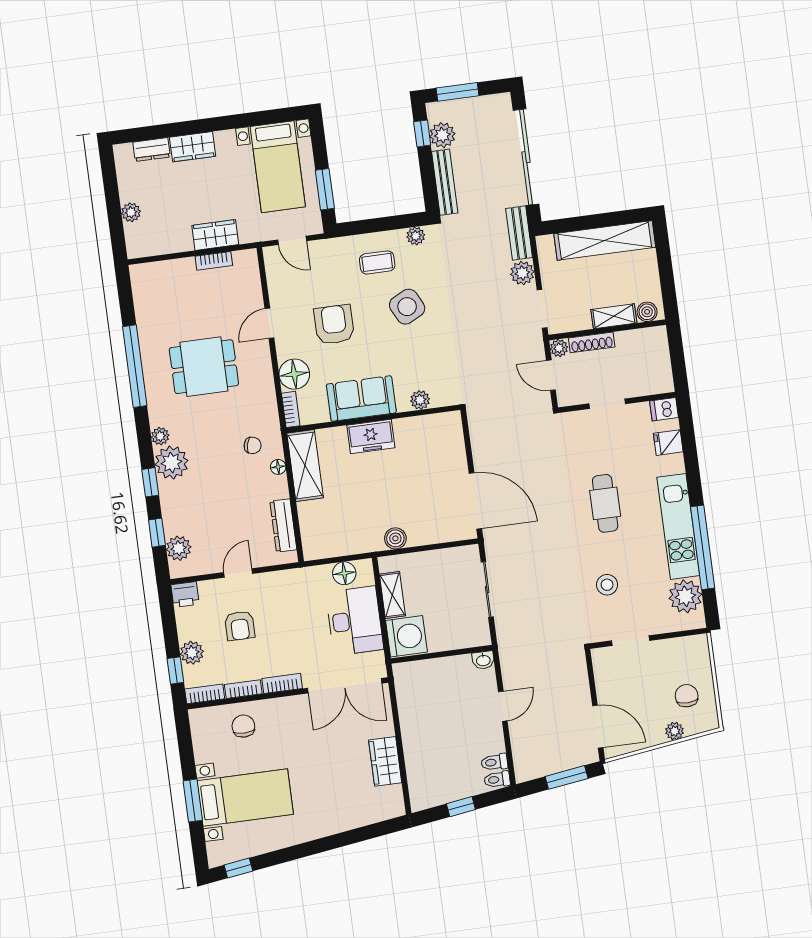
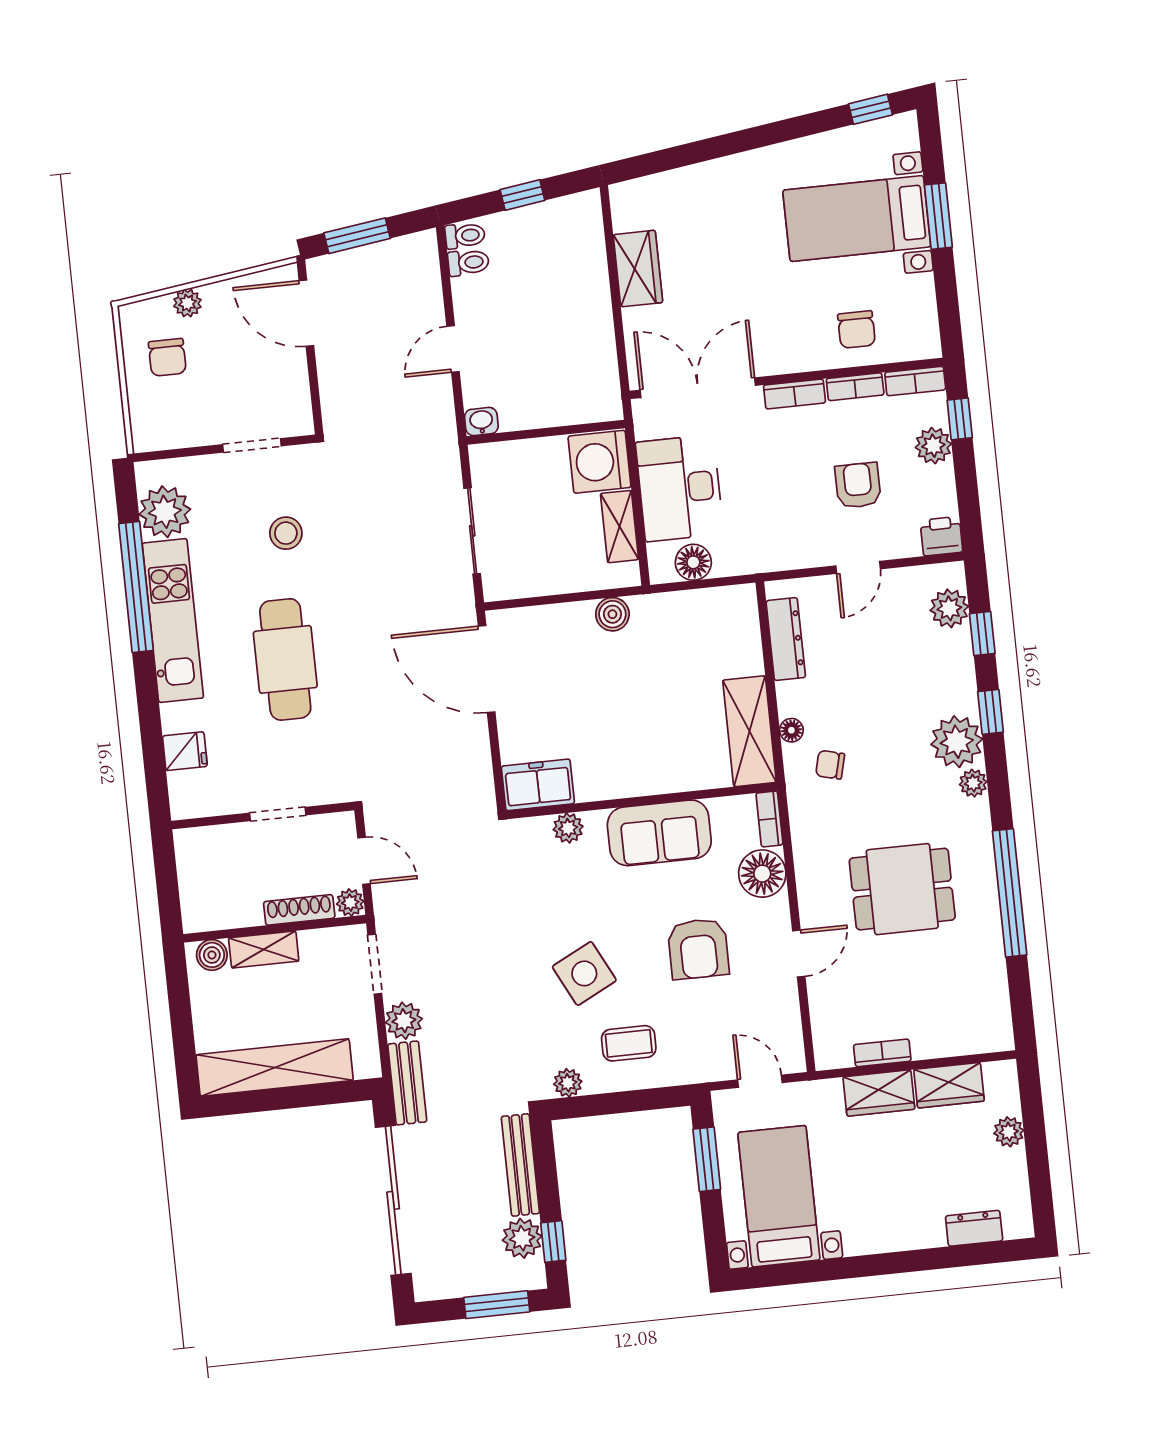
wardrobe: (193, 147) -> (949, 1085), moved, turned 180
dishwasher: (664, 409) -> (190, 803), removed
freezer: (371, 436) -> (538, 785), moved
cafe table: (605, 503) -> (285, 659), width x1.37, depth x1.35

